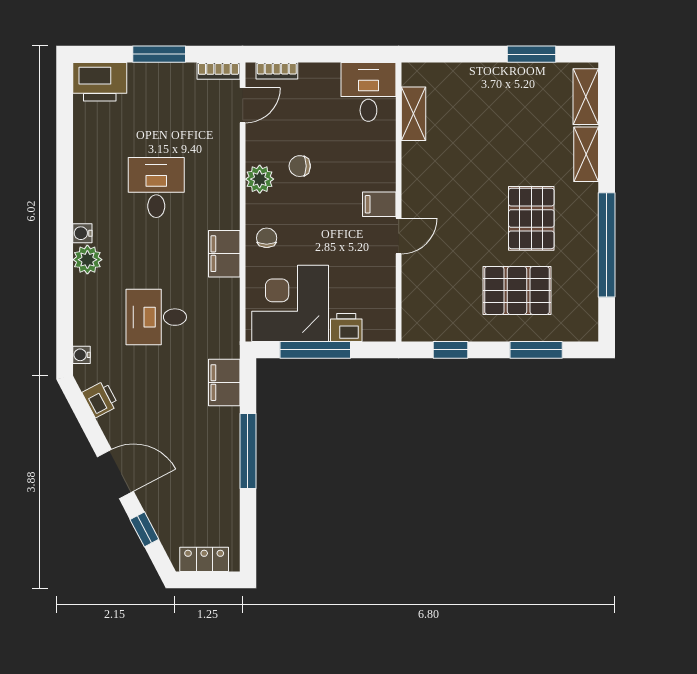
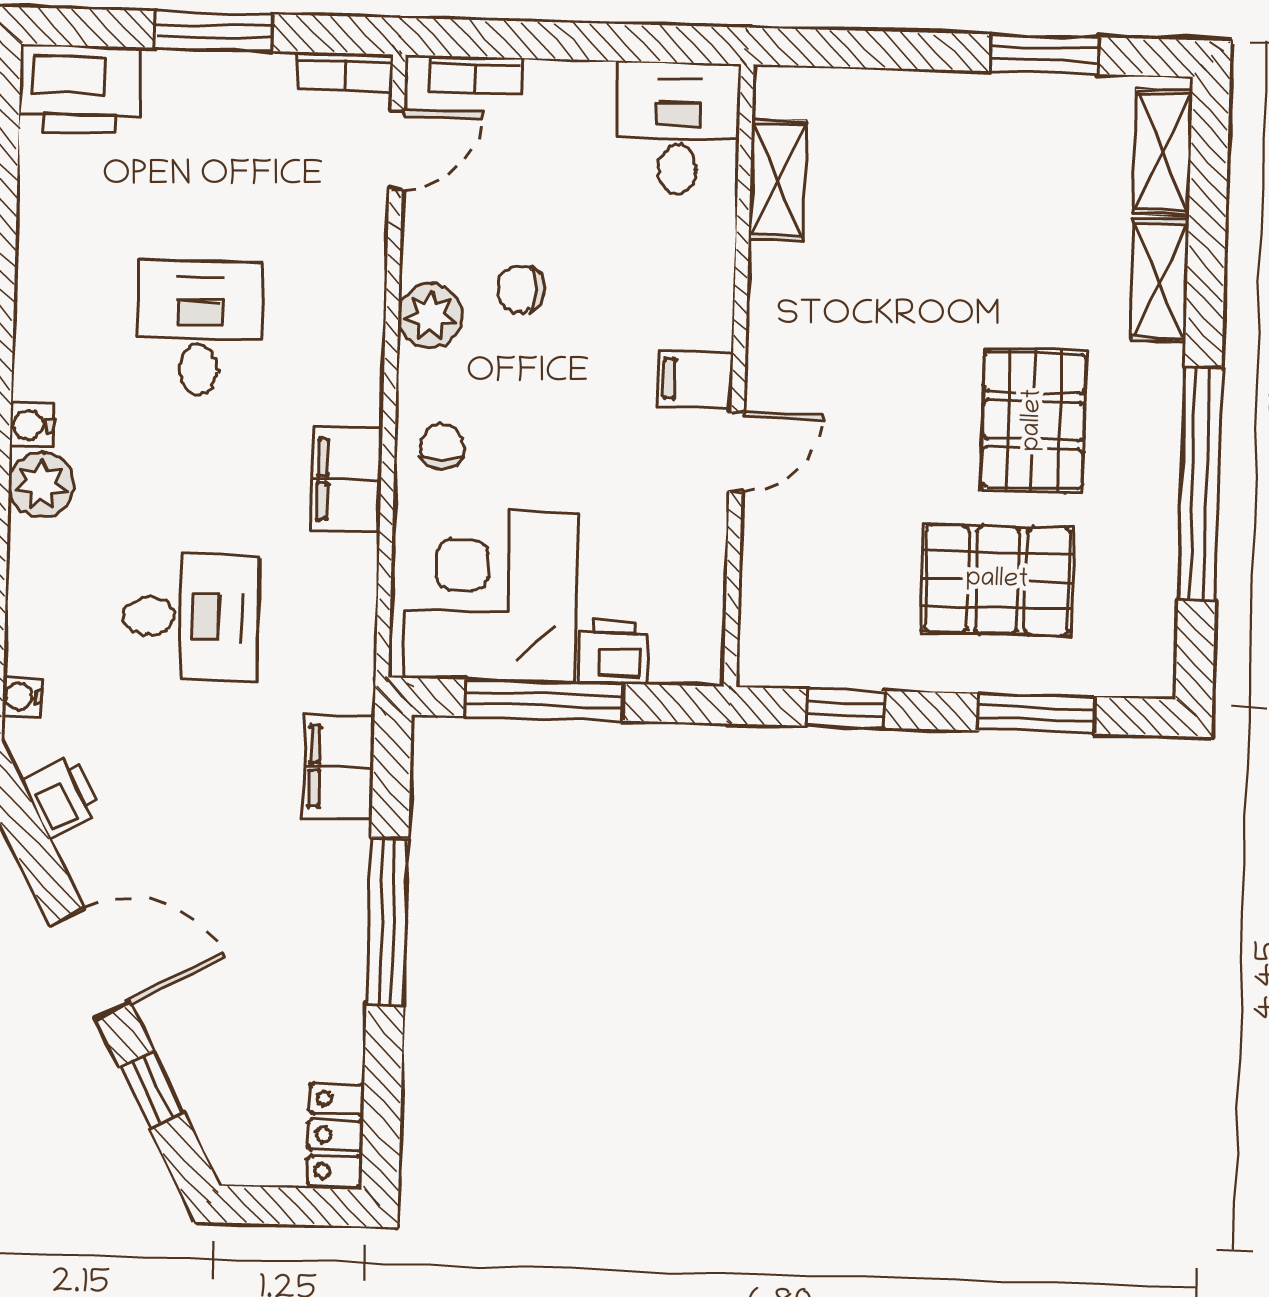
desk: (156, 317) -> (191, 617), turned 180
locker: (204, 559) -> (336, 1135), moved, turned -90

